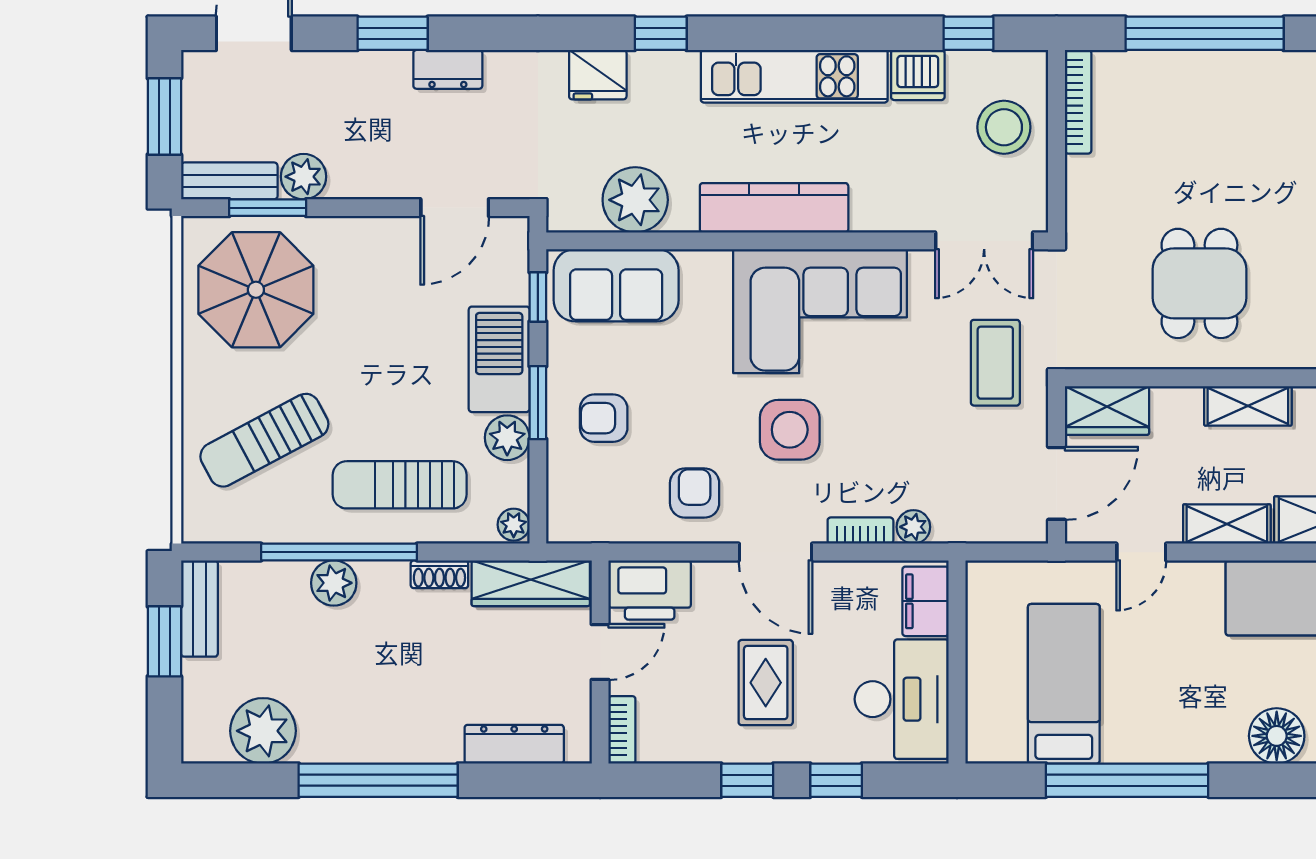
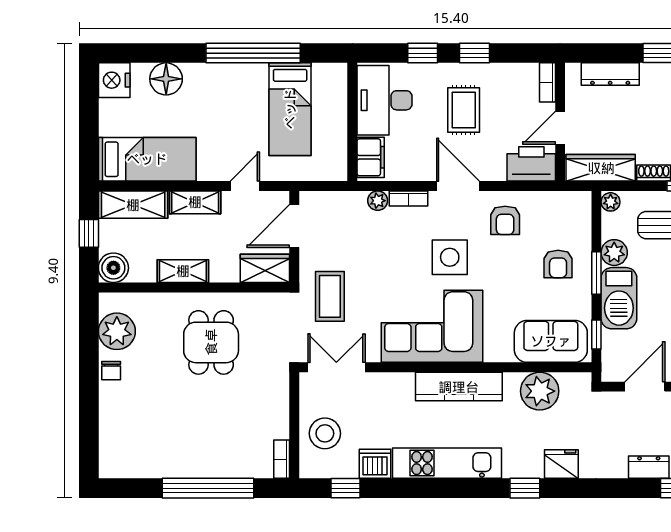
bookcase: (1078, 102) -> (282, 459), width x0.64
armchair: (604, 418) -> (558, 264), turned 90

